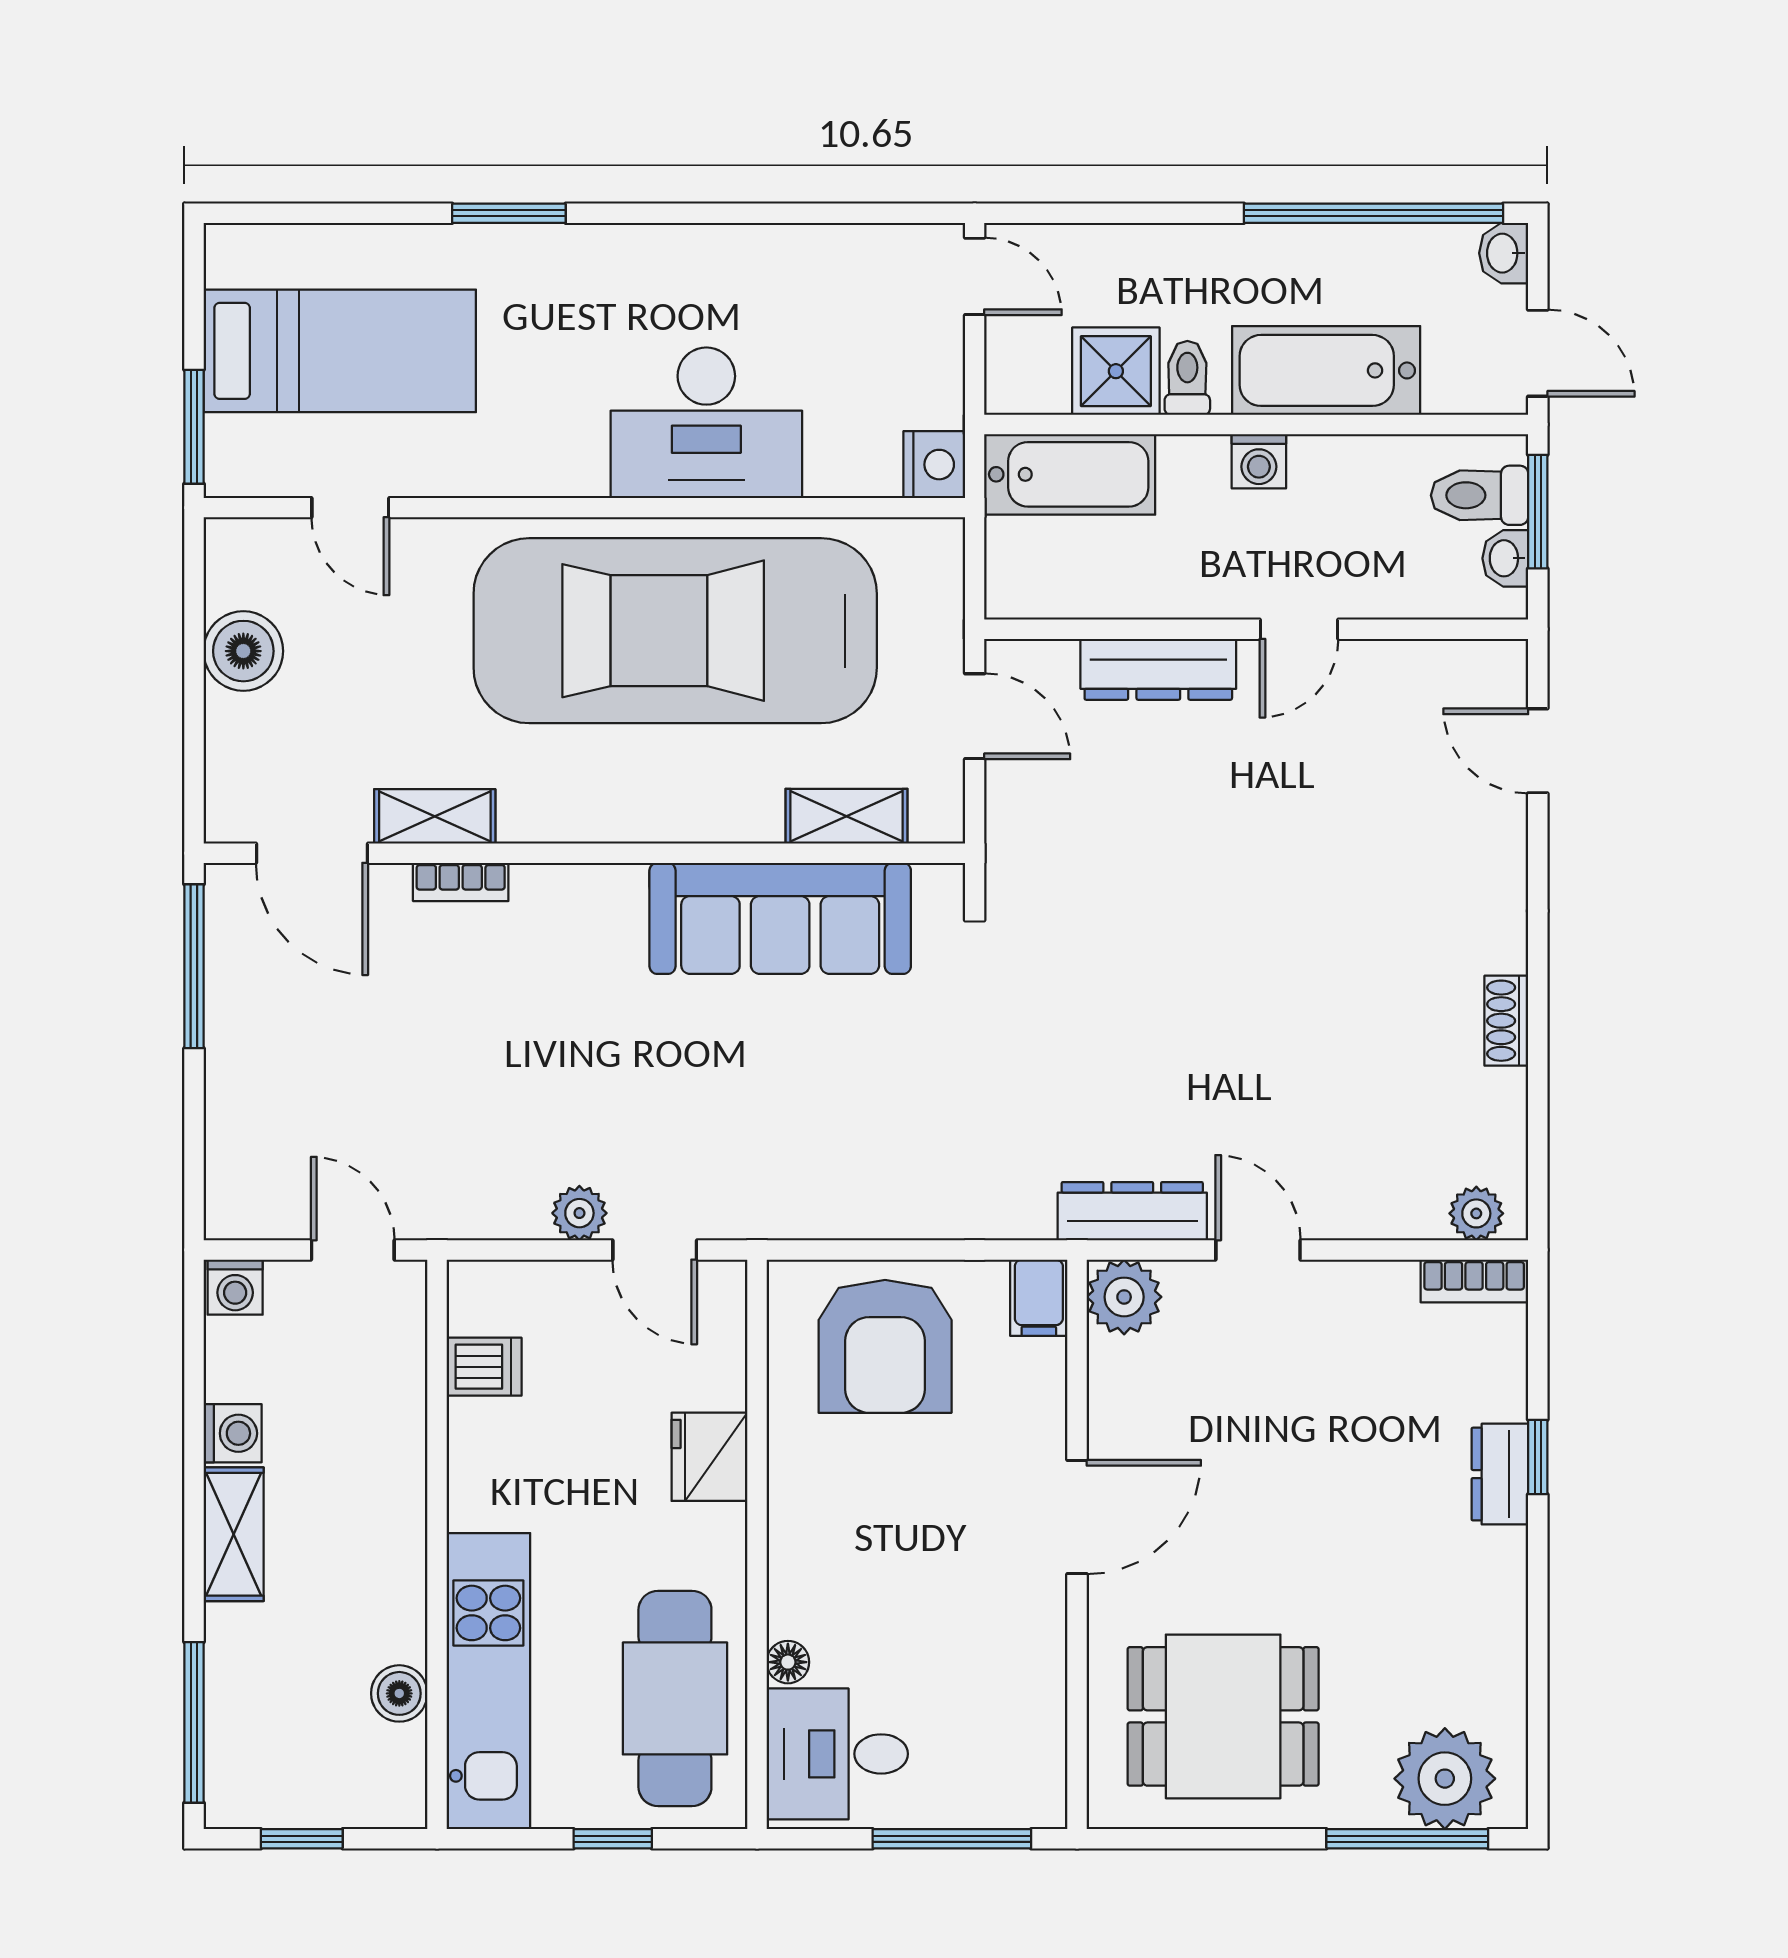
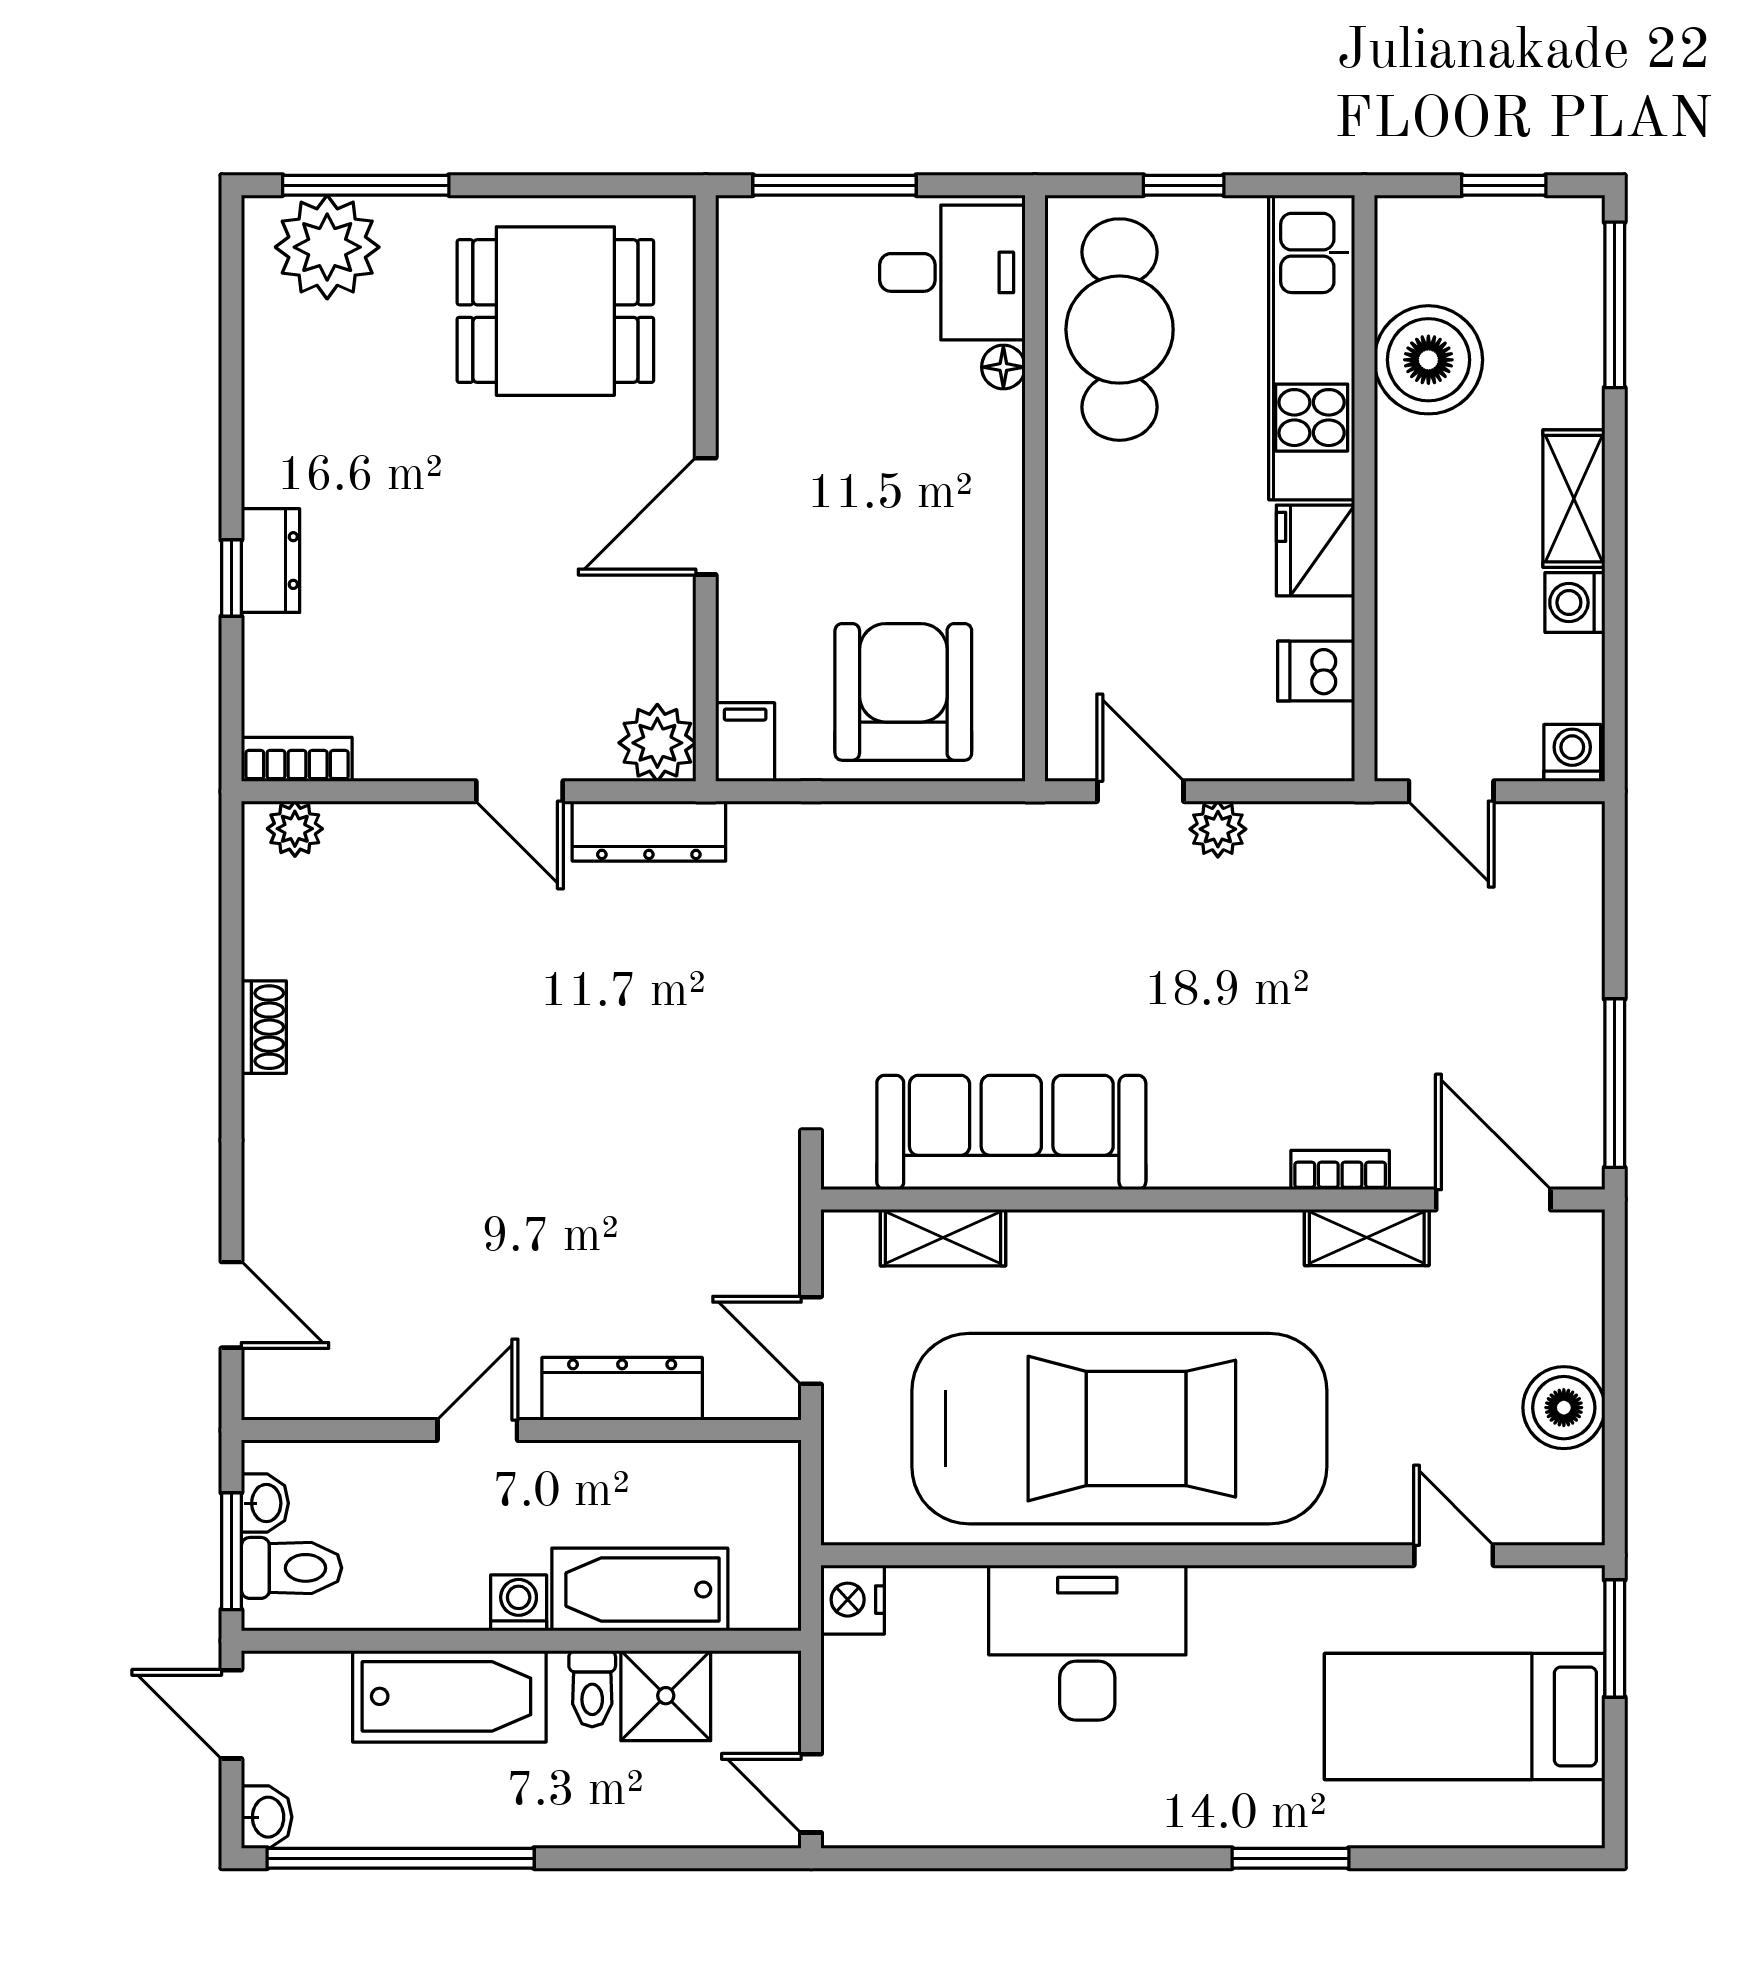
bathtub: (1070, 474) -> (640, 1589), moved
fridge: (709, 1457) -> (1315, 550), moved, turned 180
boiler: (399, 1693) -> (1428, 360), width x1.86, depth x1.86

